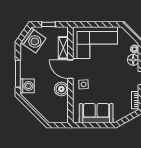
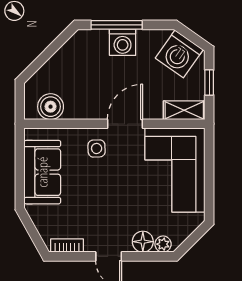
shelving: (63, 48) -> (184, 110), moved
washing machine: (27, 86) -> (123, 42), moved
boiler: (61, 89) -> (51, 107), moved

